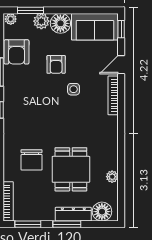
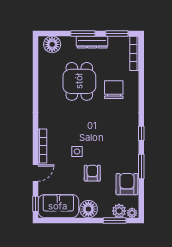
plant: (41, 21) -> (119, 211), moved
plant: (112, 177) -> (43, 75), removed
dresser: (73, 214) -> (92, 42), moved

